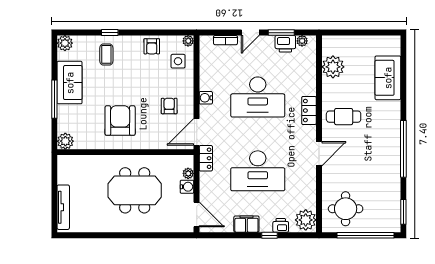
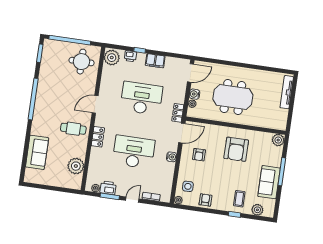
plant: (65, 43) -> (257, 210), moved
door: (197, 215) -> (191, 73), swing flipped

